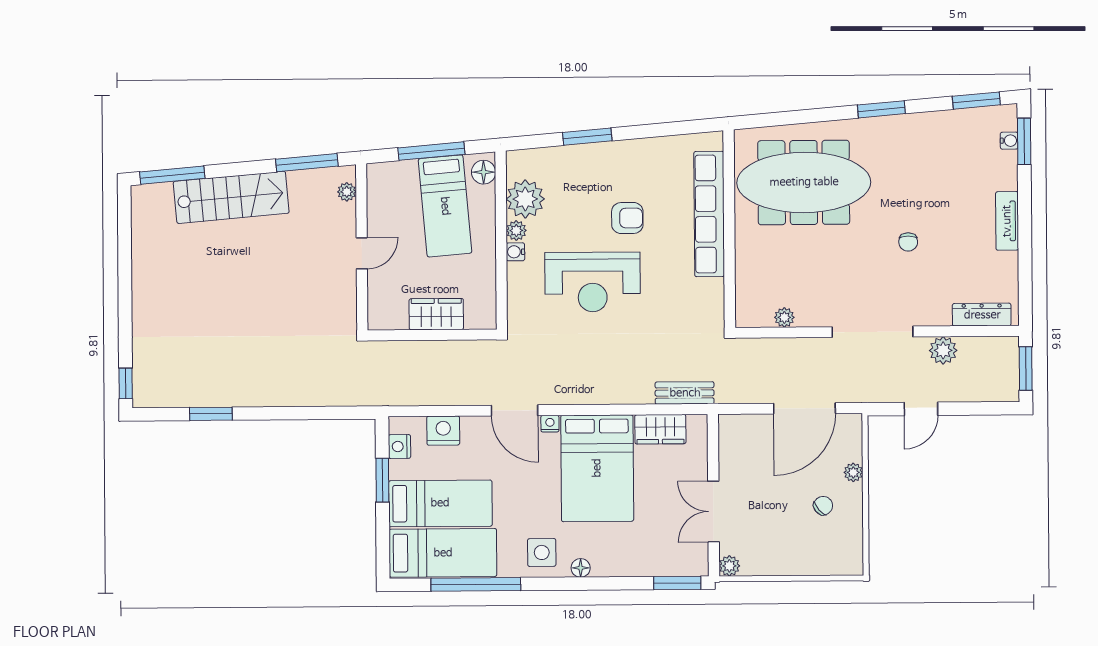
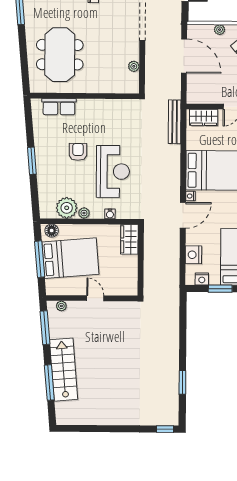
window: (587, 137) -> (32, 161), moved
window: (172, 175) -> (49, 382), moved
meeting table: (804, 182) -> (60, 55), width x0.73
bed: (445, 206) -> (70, 258), width x1.50
row of seats: (709, 214) -> (59, 107), width x0.50
water cooler: (515, 252) -> (110, 214), moved
wardrobe: (436, 314) -> (129, 239), moved
bench: (685, 393) -> (175, 122), width x1.36
wardrobe: (660, 429) -> (204, 117), moved, turned 90

